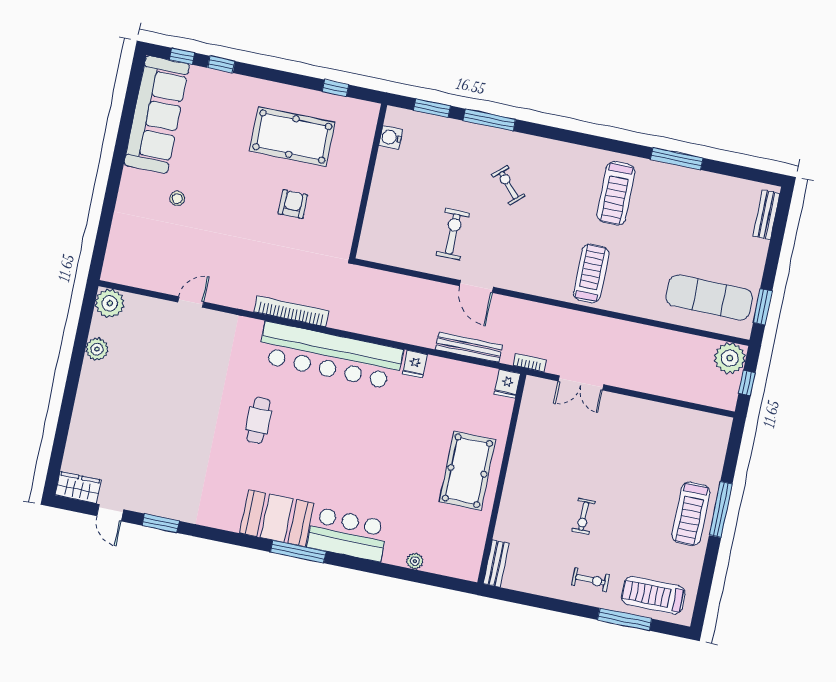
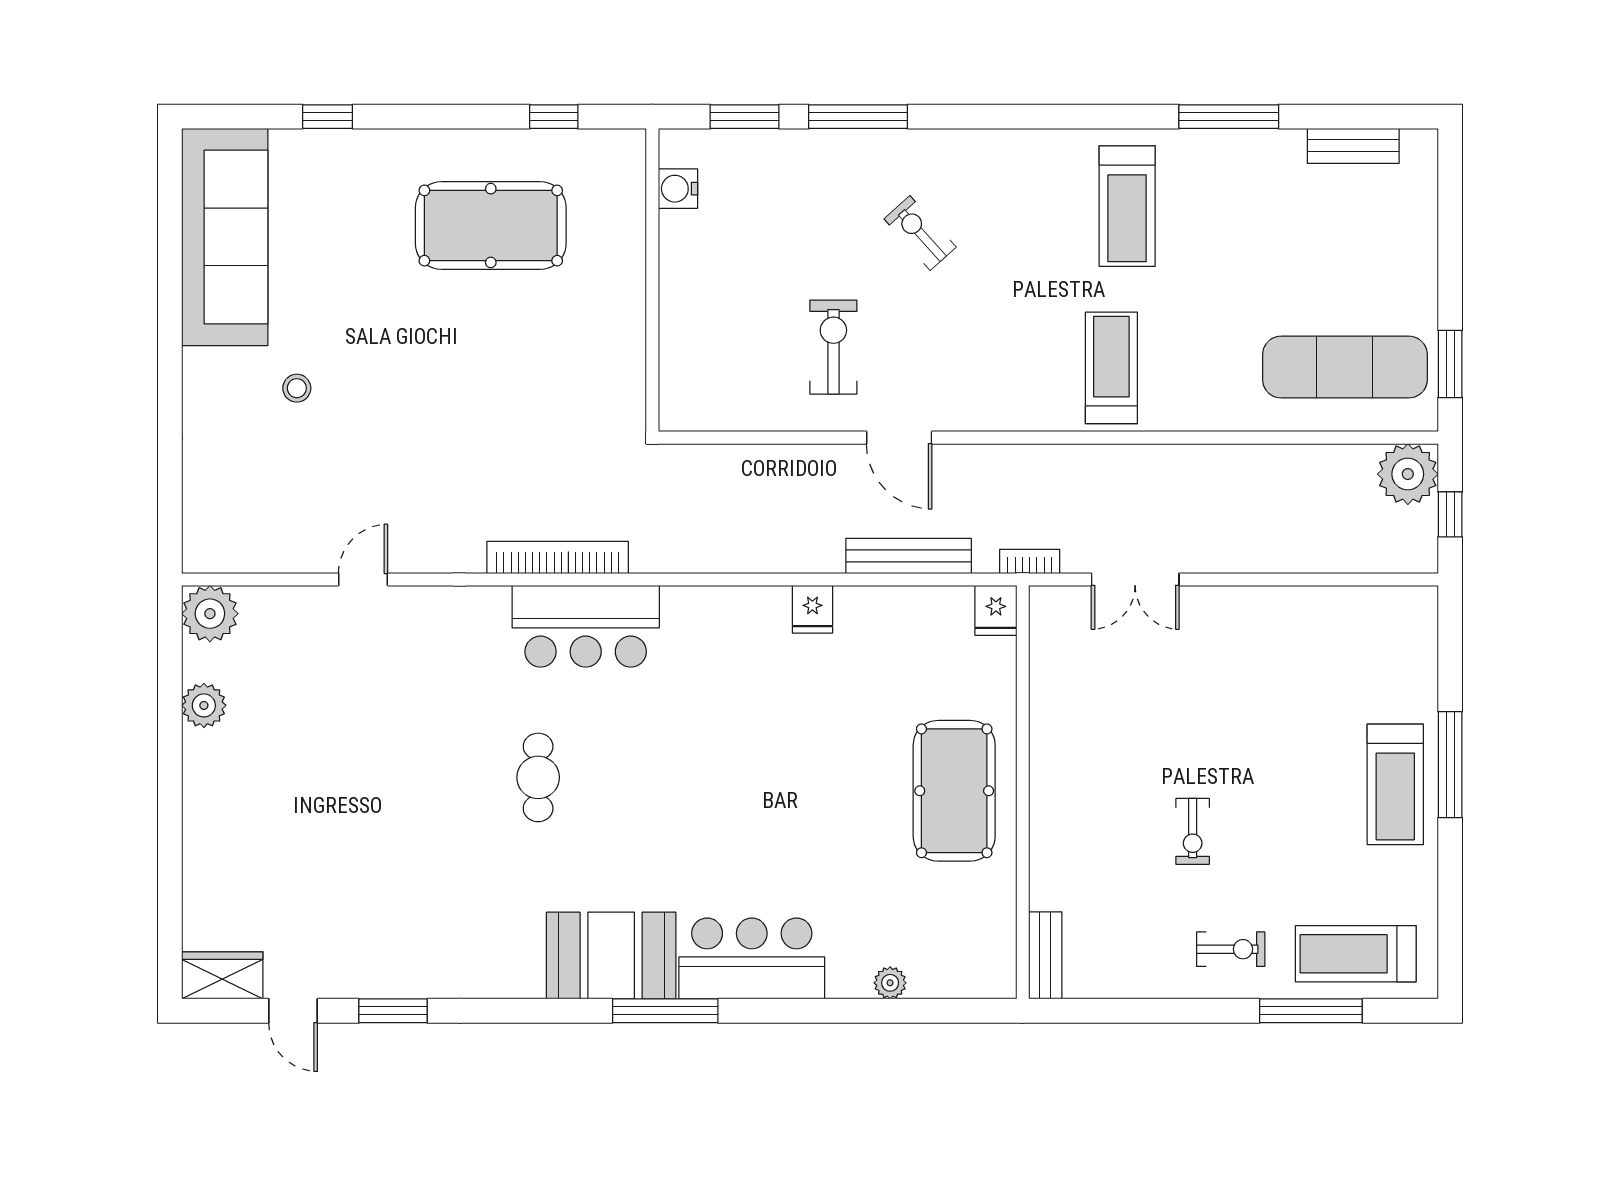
window: (182, 56) -> (250, 117), removed
armchair: (293, 204) -> (519, 354), removed
bench: (766, 215) -> (1353, 146), moved, turned 90
bar counter: (330, 356) -> (586, 626), width x0.54

